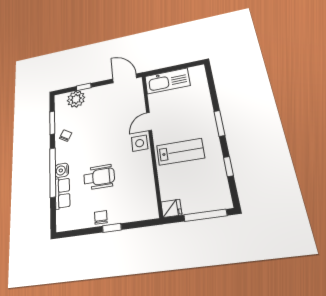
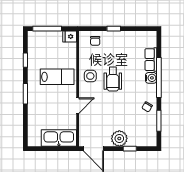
plant: (76, 99) -> (119, 138), moved
side table: (140, 143) -> (90, 76), moved
lab bench: (180, 152) -> (57, 77), turned 180
wheelchair: (99, 177) -> (113, 79), moved, turned -90
chair: (101, 217) -> (95, 41), moved

